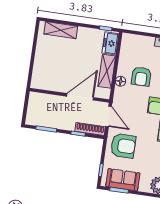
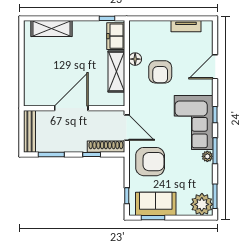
floor lamp: (120, 81) -> (135, 59), moved
door: (80, 97) -> (71, 108), moved
bench: (32, 108) -> (29, 131), added

